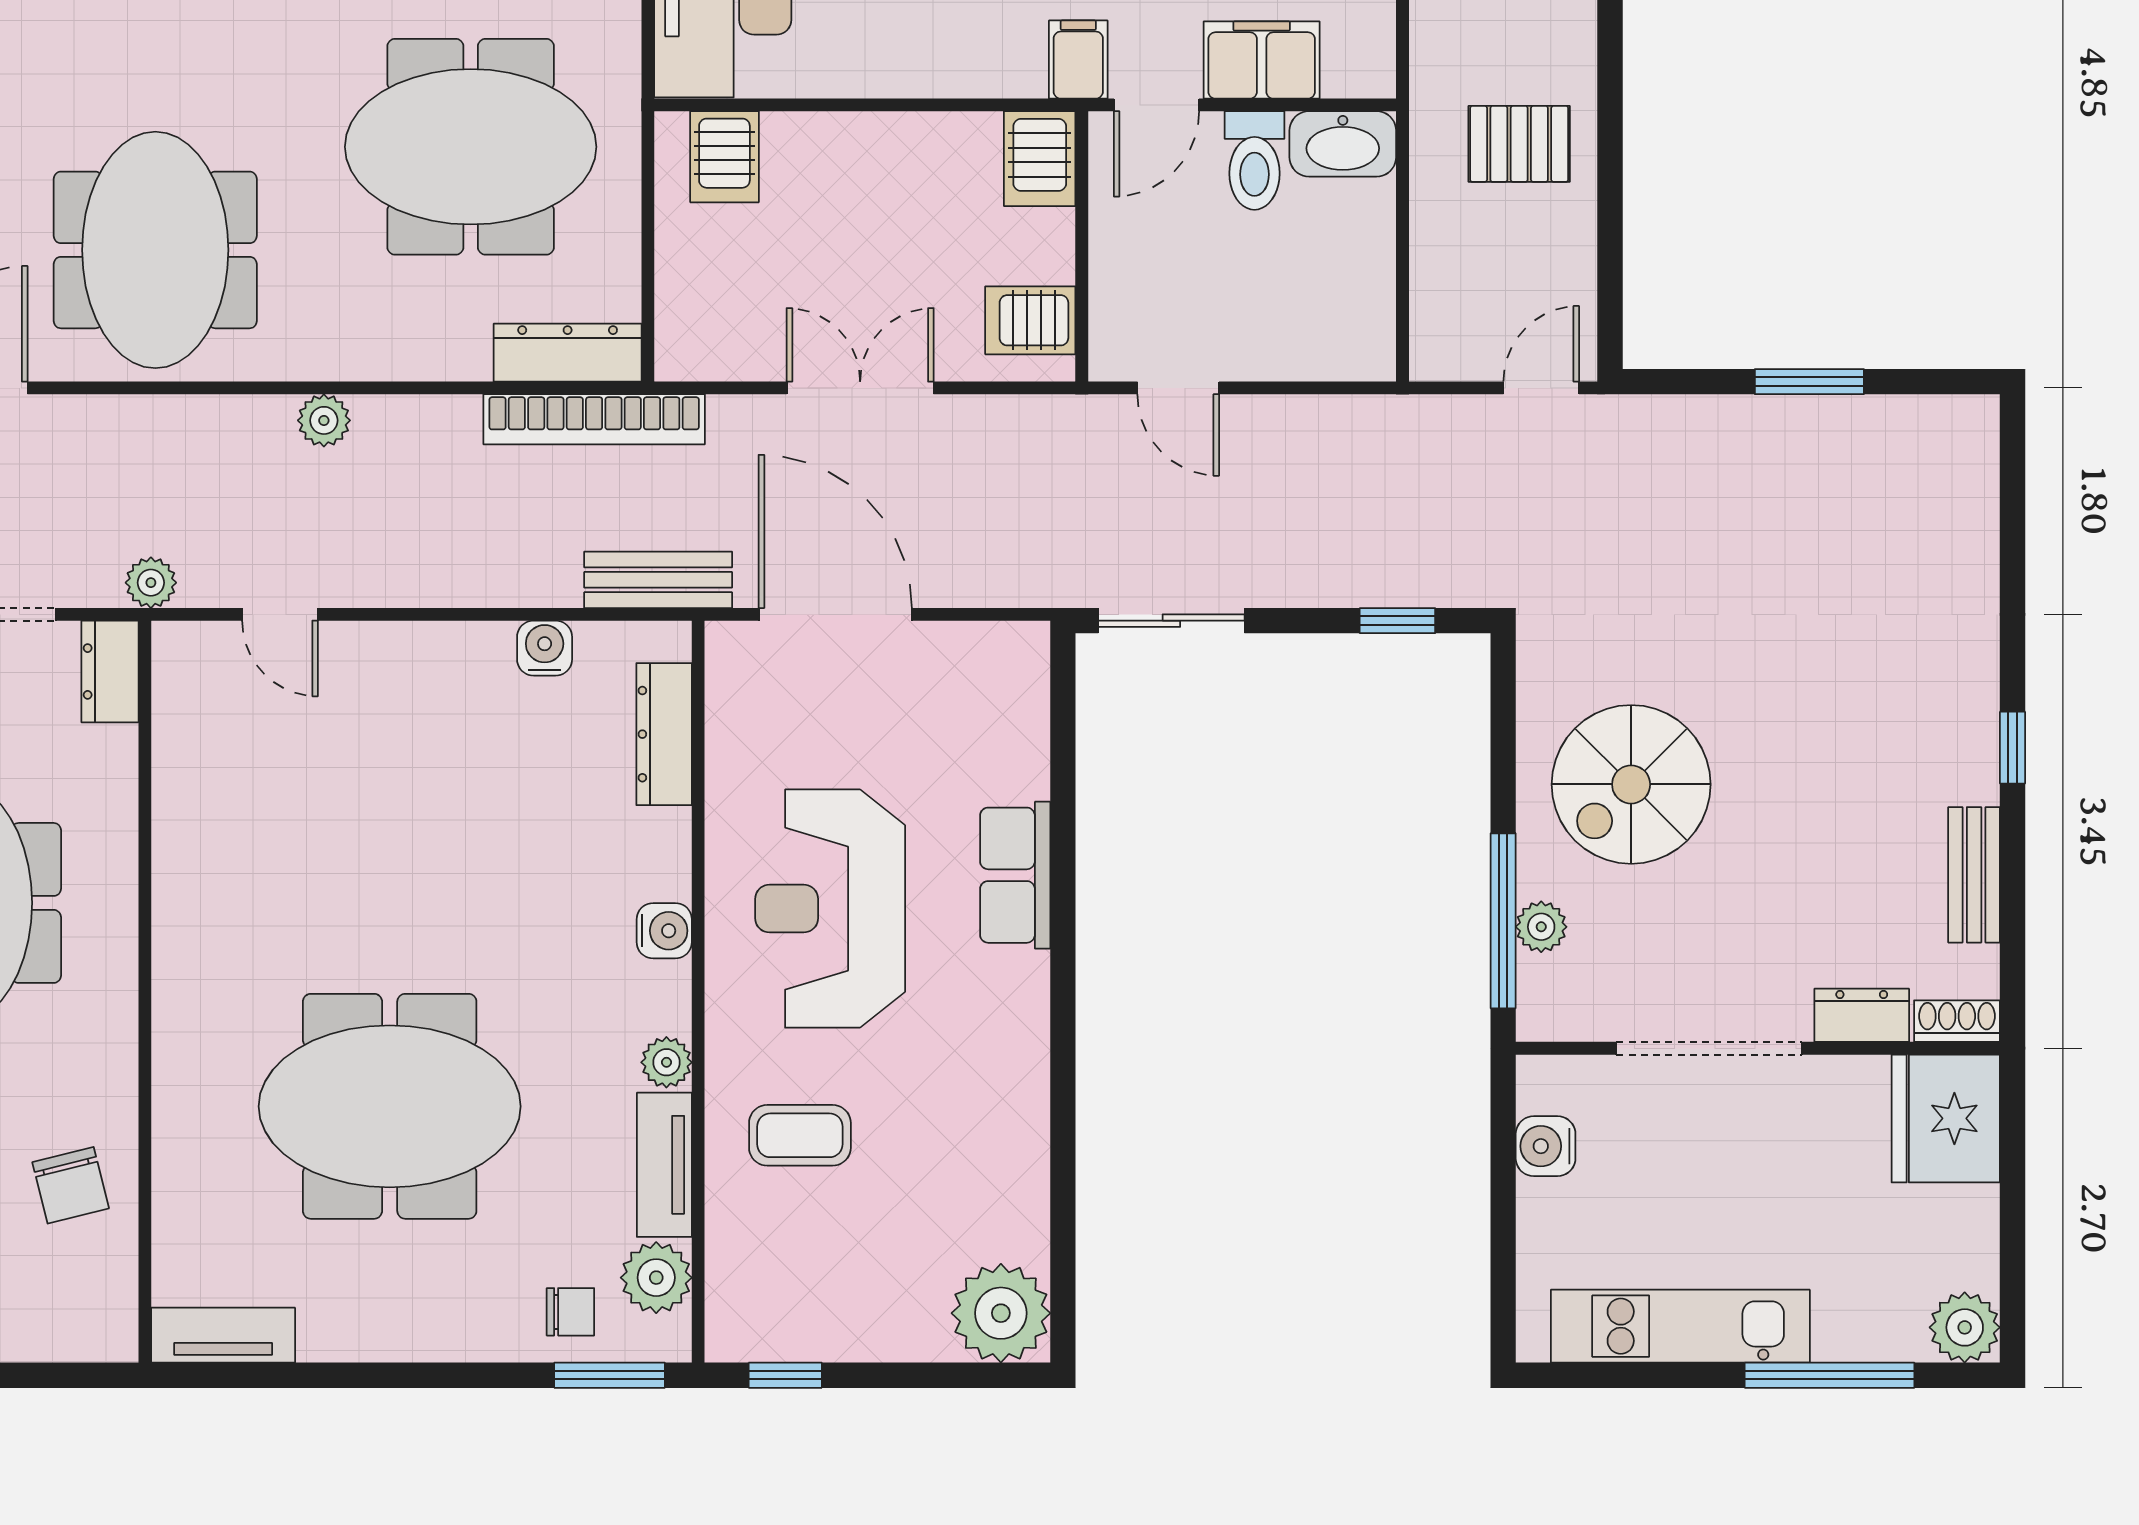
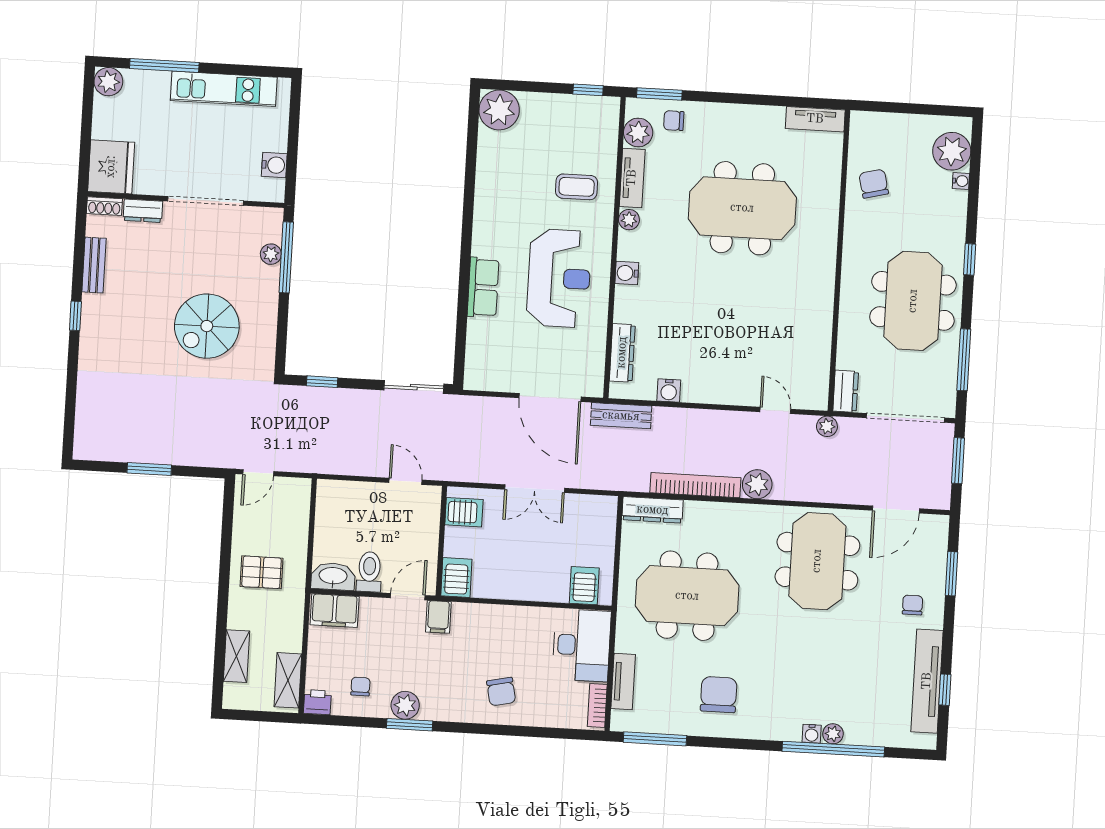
filing cabinet: (1262, 60) -> (335, 611), moved
bookcase: (594, 419) -> (695, 485), moved
plant: (324, 420) -> (757, 484), width x1.38, depth x1.38
spiral stairs: (1631, 784) -> (207, 326), moved, turned 180

